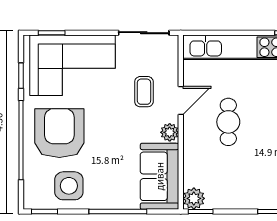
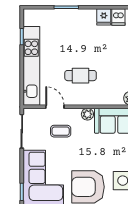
door: (181, 100) -> (55, 107), moved

